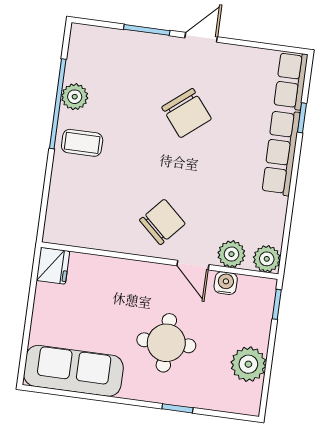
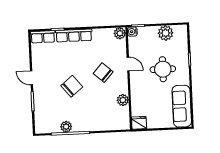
chair: (187, 113) -> (72, 86), moved
coffee table: (82, 143) -> (85, 120), removed
chair: (162, 222) -> (103, 73), moved
plant: (231, 254) -> (123, 100), moved
door: (193, 265) -> (128, 64), hinge flipped
water cooler: (226, 283) -> (132, 32), moved

